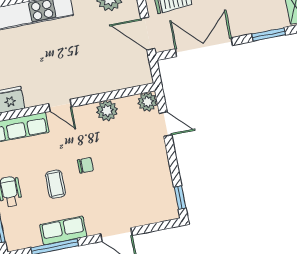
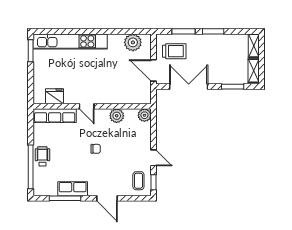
door: (166, 124) -> (153, 158), moved
coffee table: (55, 184) -> (138, 181), moved

